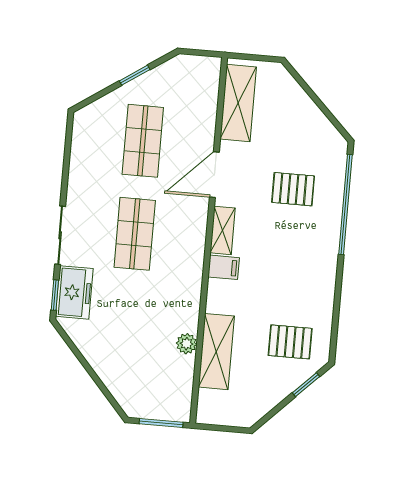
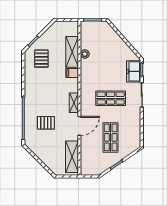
shop shelf: (135, 234) -> (111, 98), turned 90
filing cabinet: (224, 267) -> (72, 73), moved
pallet: (290, 342) -> (41, 59), turned 90

